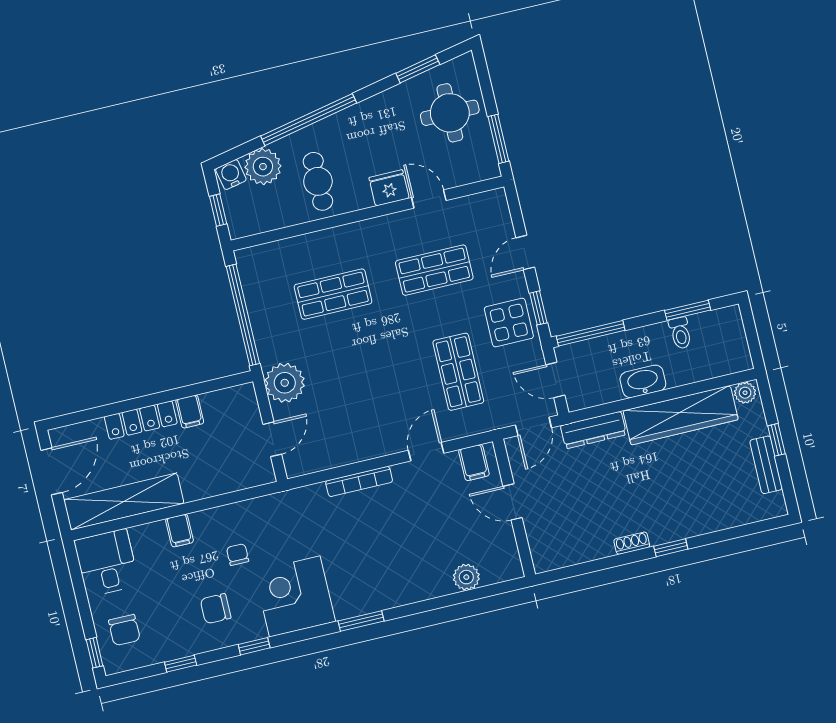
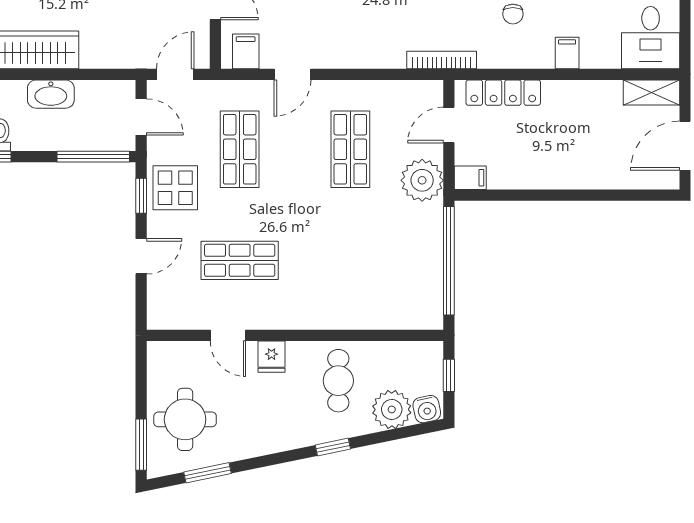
window: (309, 120) -> (333, 447), width x0.32
window: (498, 139) -> (141, 445), moved
fridge: (389, 188) -> (272, 357), width x0.72
shop shelf: (333, 294) -> (350, 149), moved, turned 90
filing cabinet: (190, 412) -> (470, 178), moved, turned 90
locker: (141, 420) -> (503, 93), moved, turned 180
dresser: (593, 430) -> (114, 56), removed
bookcase: (359, 481) -> (442, 60), moved
shelving: (124, 502) -> (651, 92), width x0.45, depth x0.75

